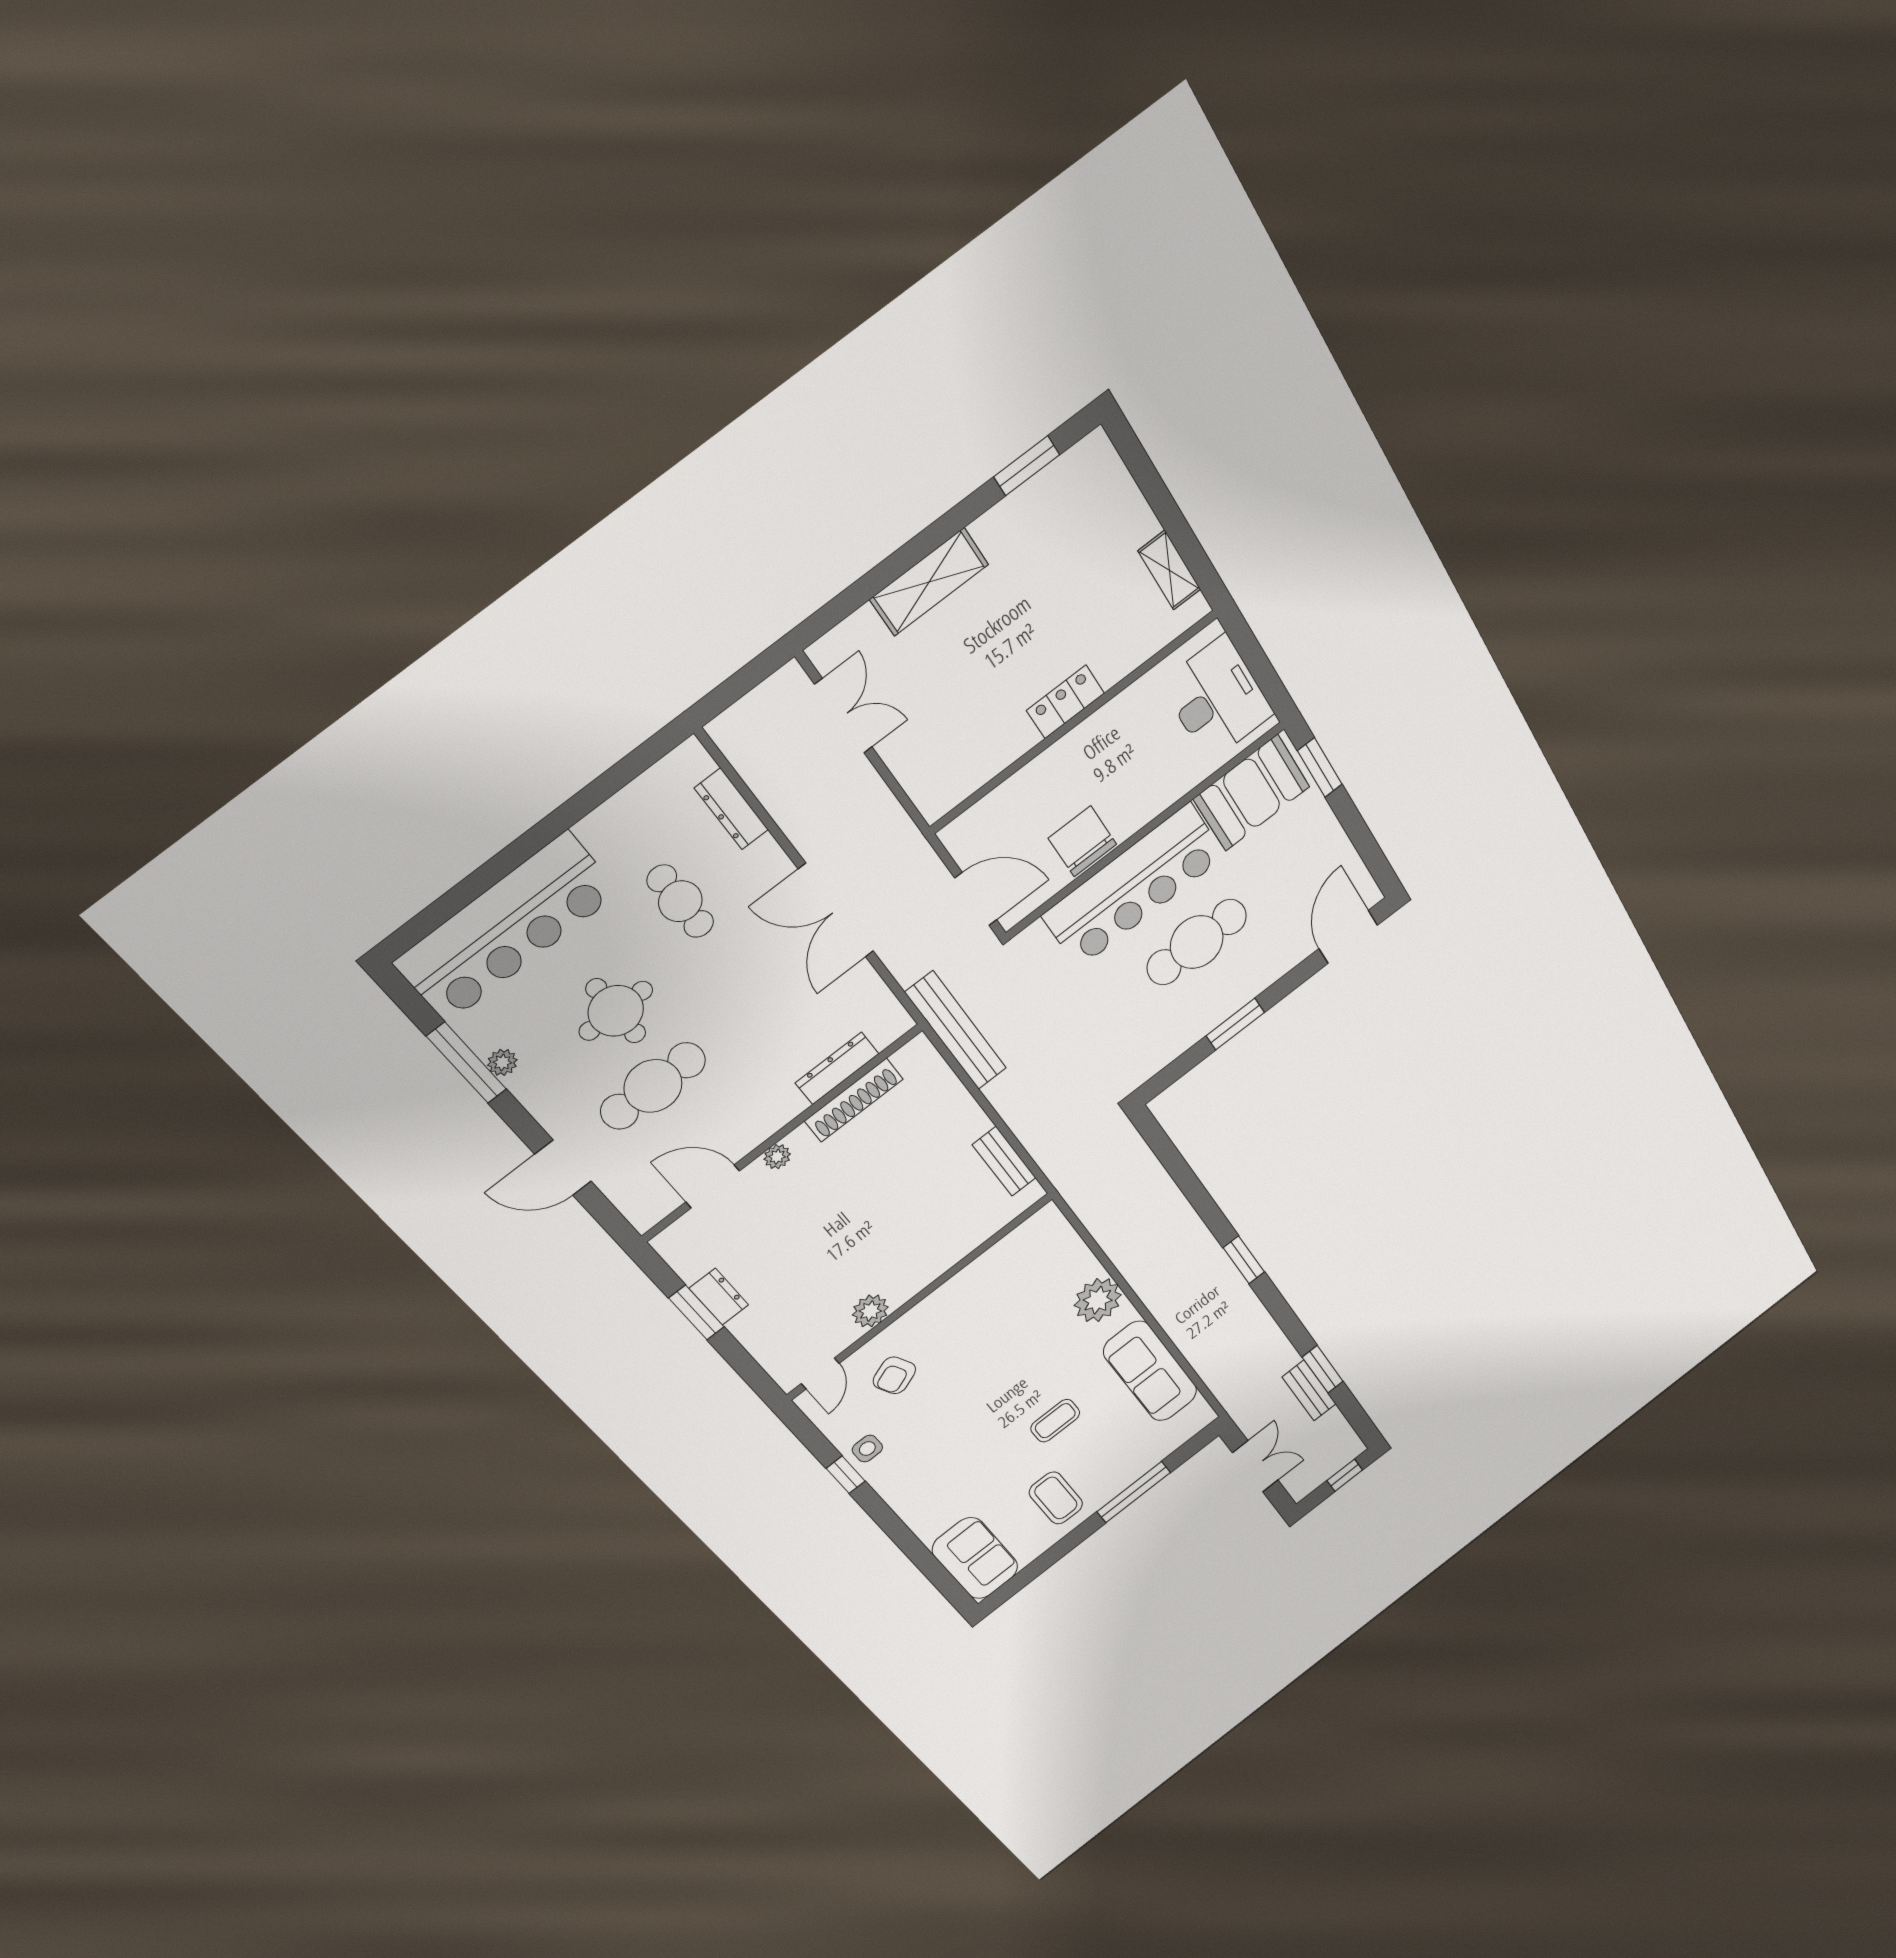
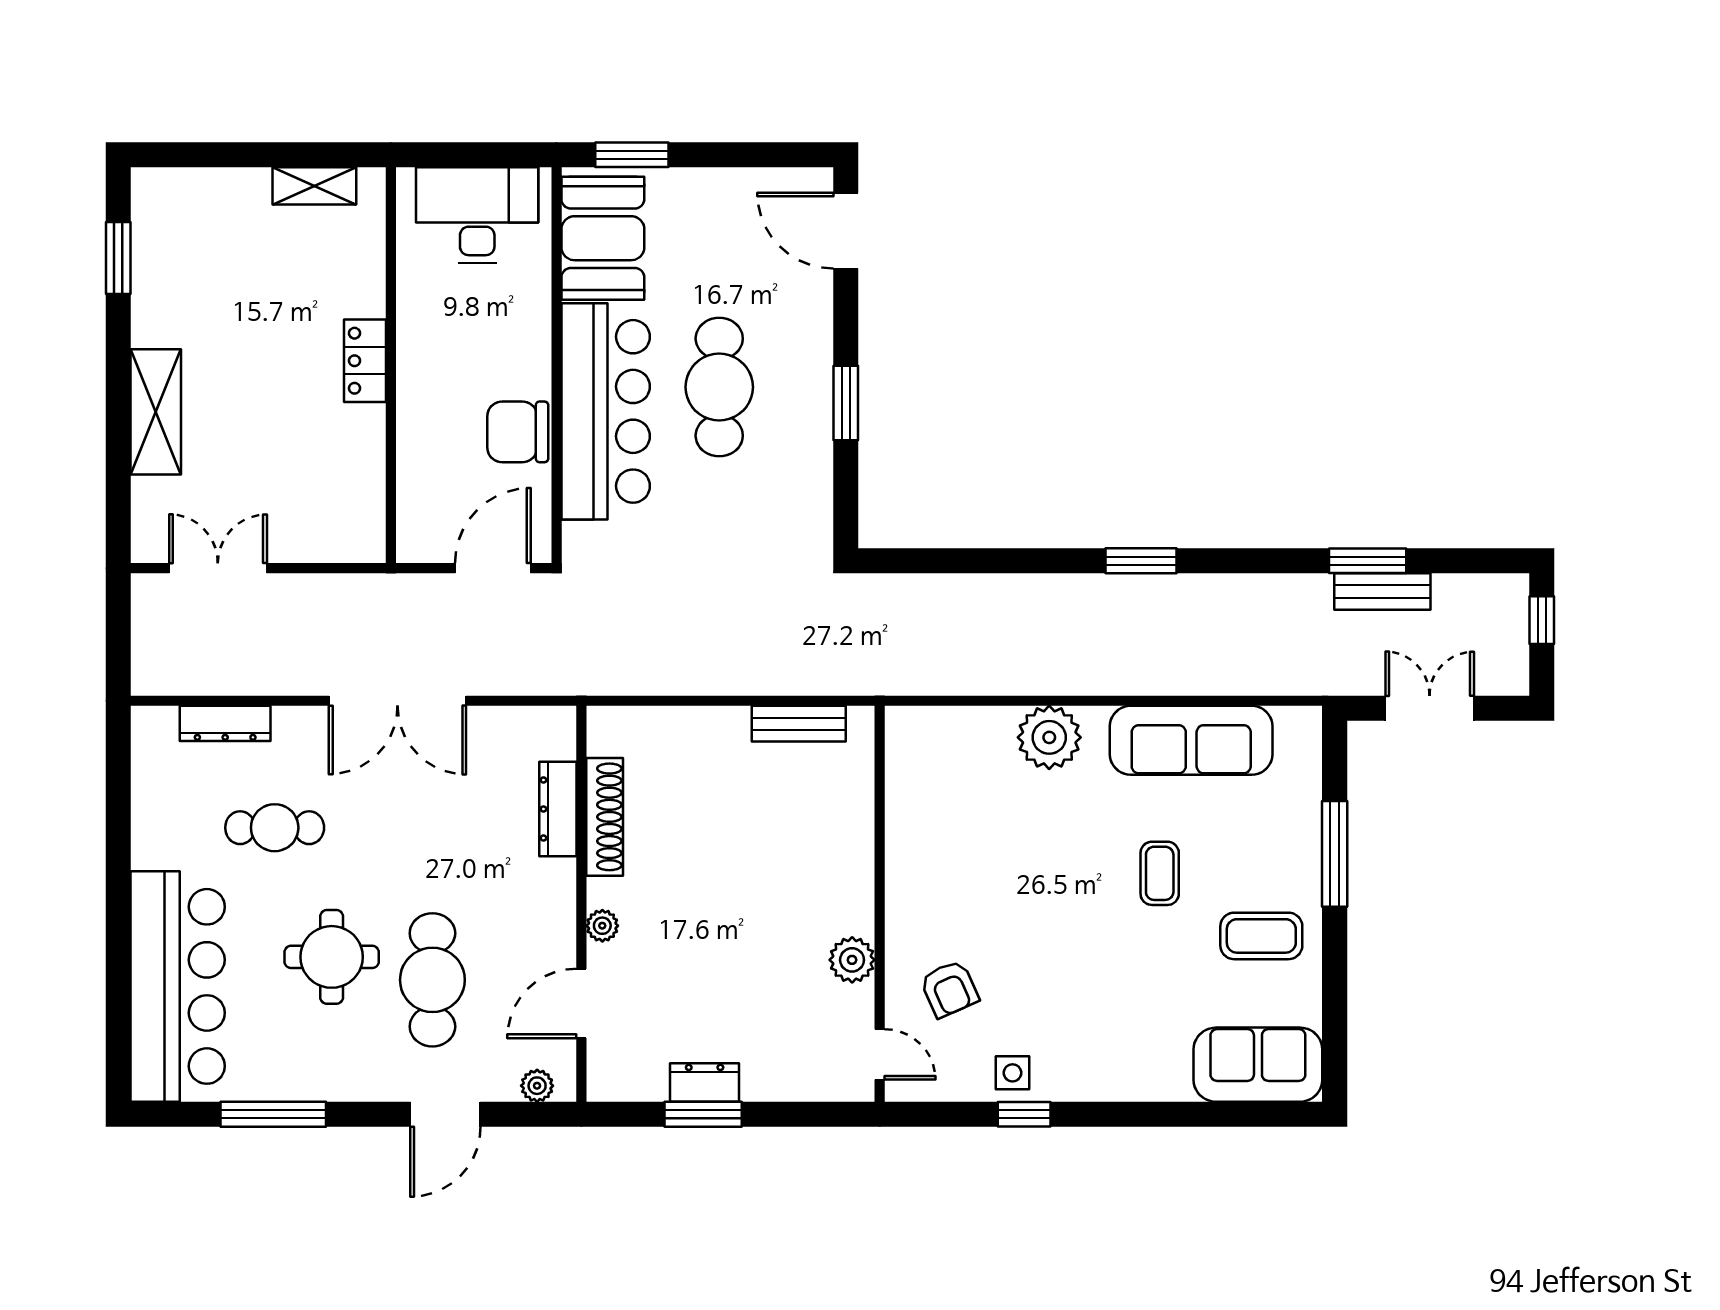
bench: (956, 1030) -> (614, 675), removed
plant: (502, 1062) -> (537, 1086), moved

